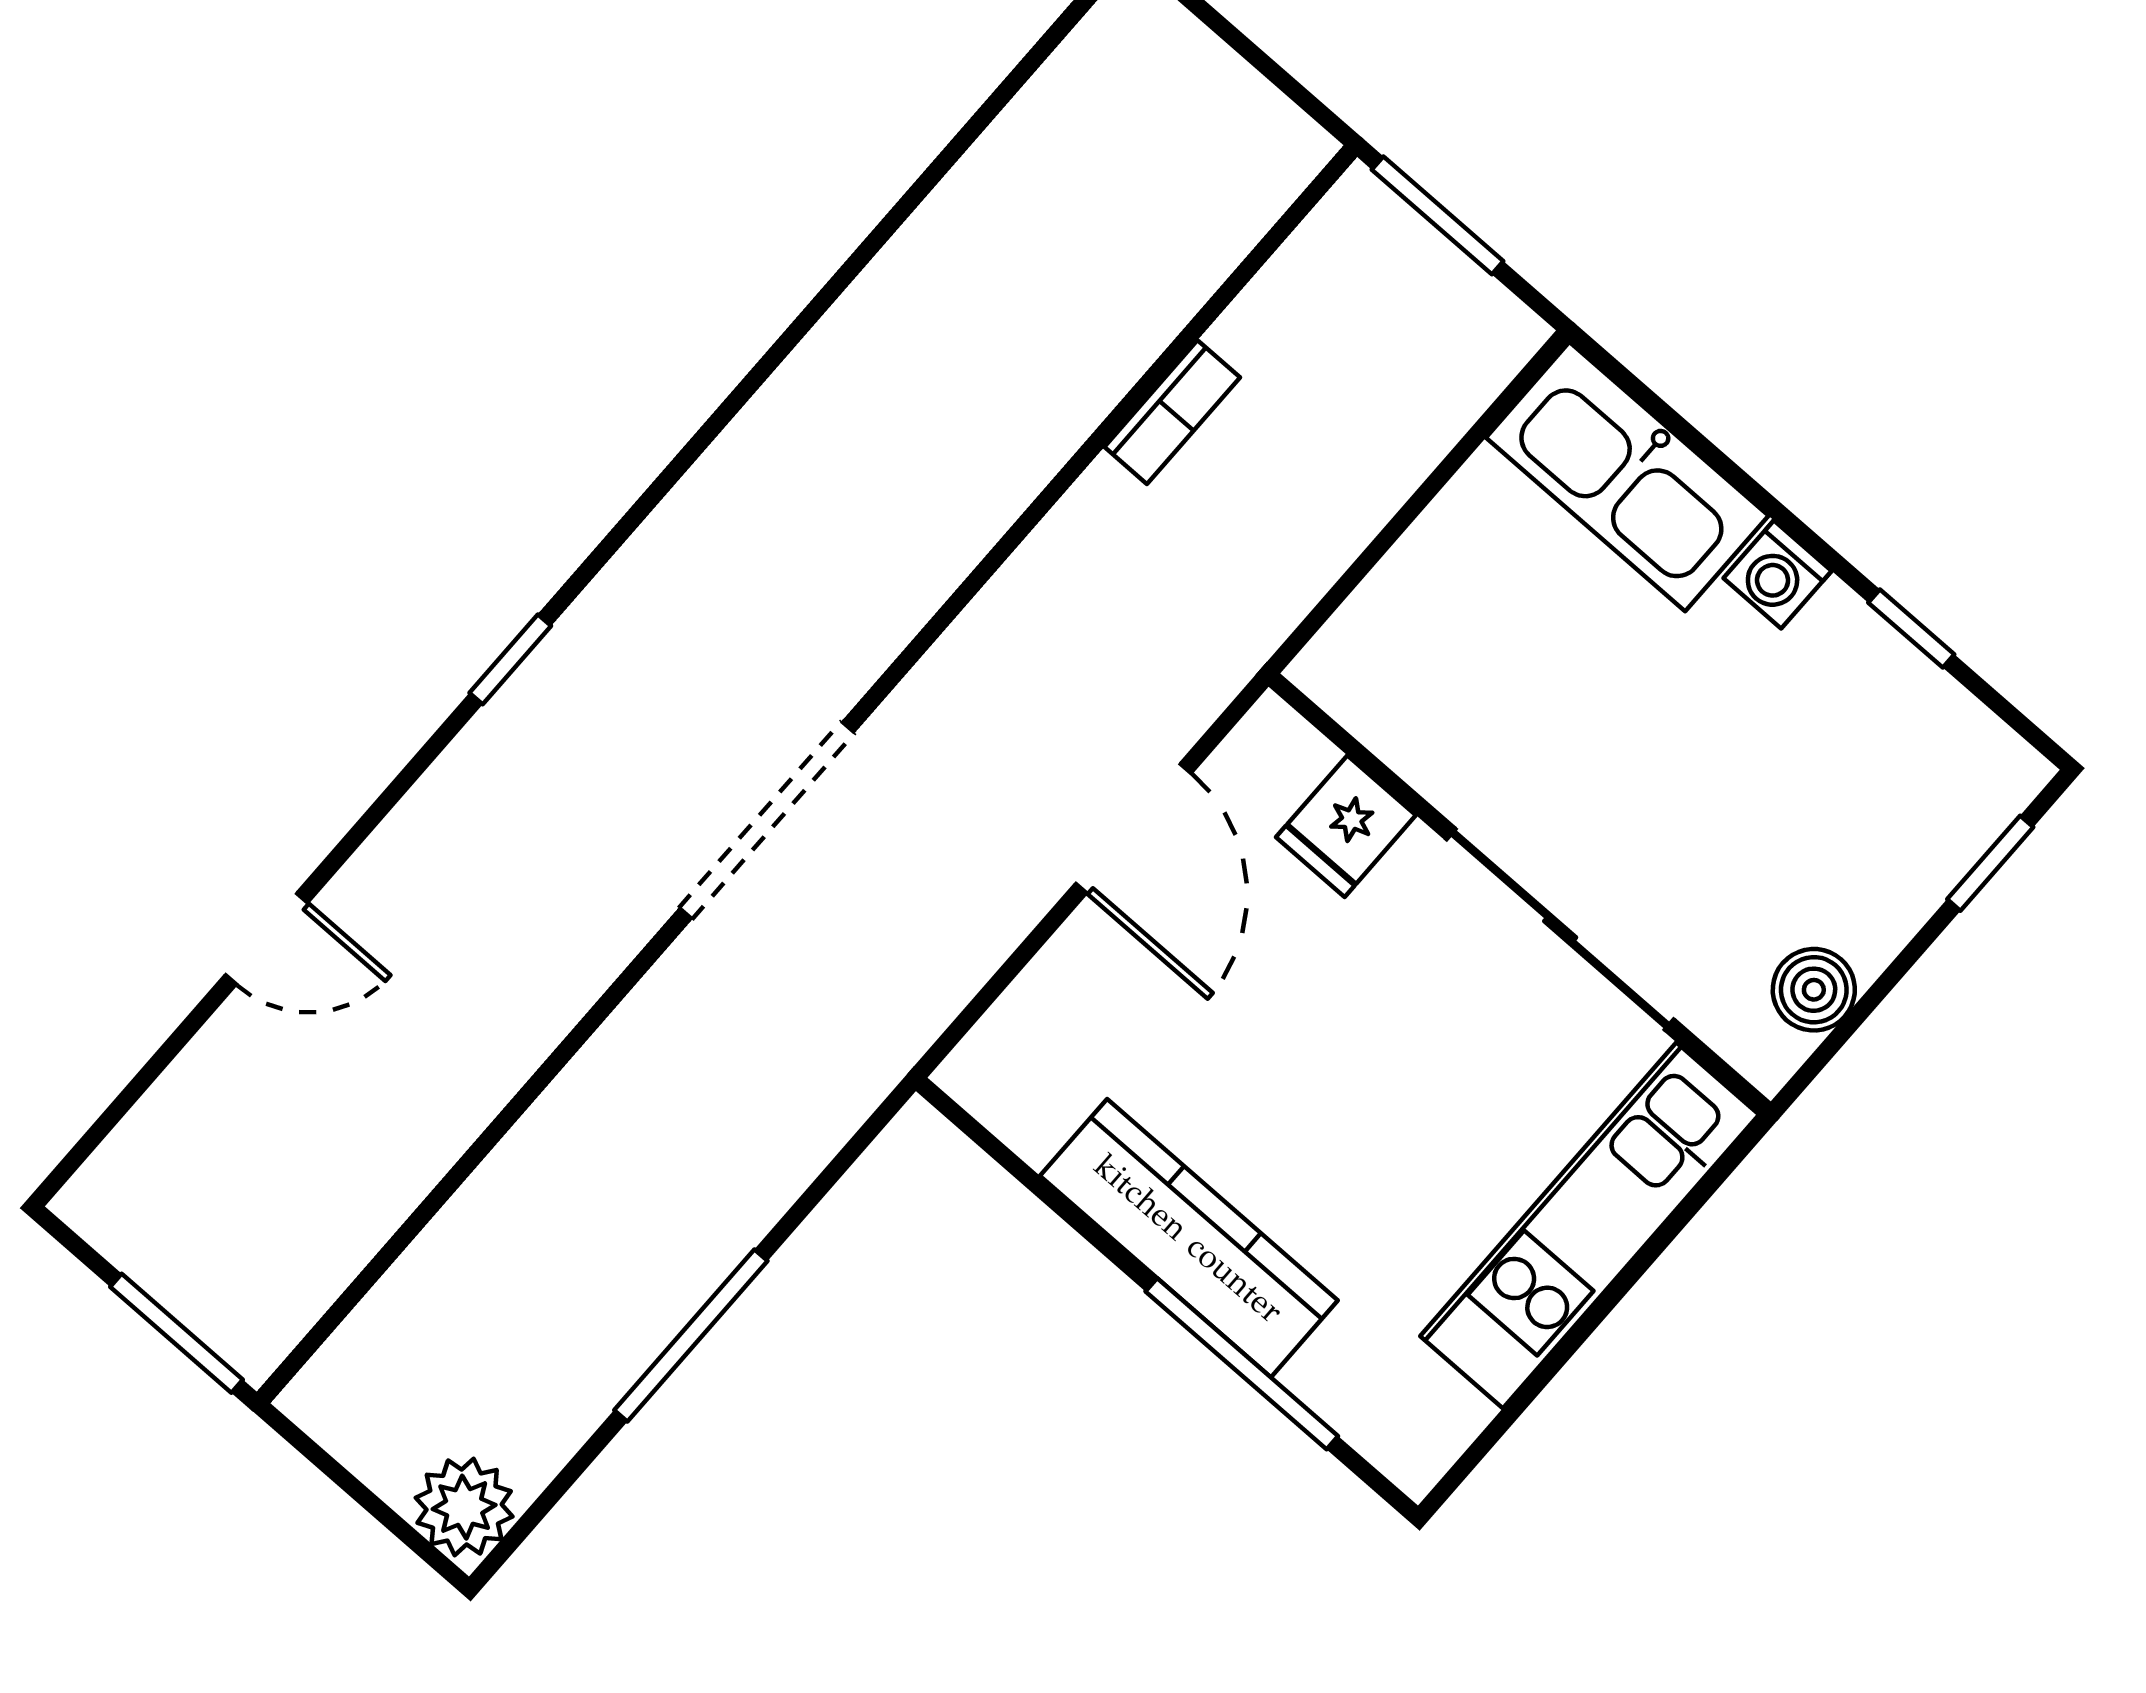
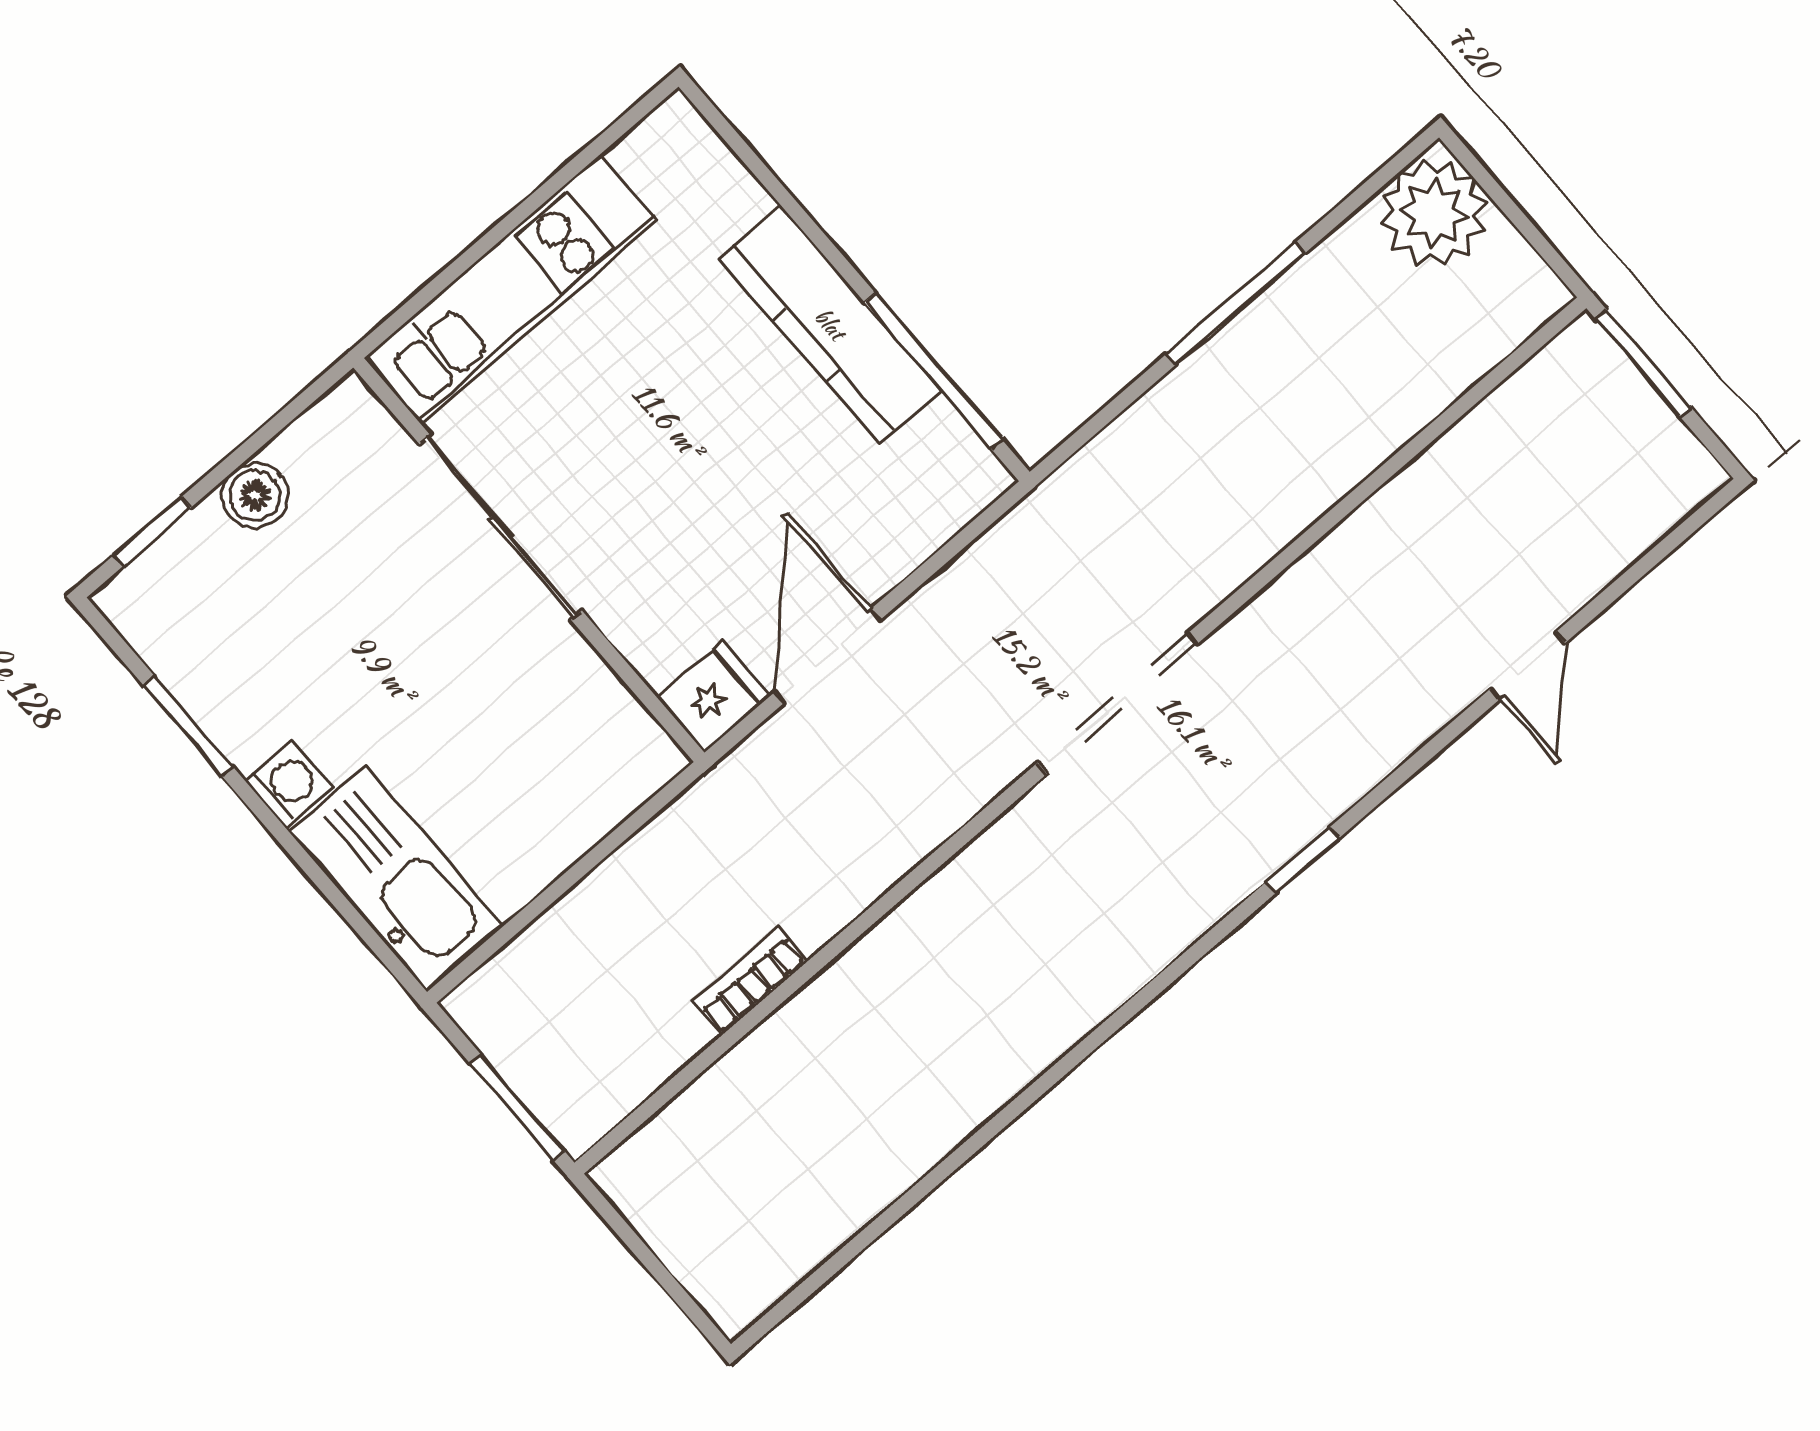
window: (1911, 629) -> (188, 726), width x1.50
fridge: (1346, 826) -> (714, 697), moved
door: (267, 939) -> (1528, 666), swing flipped
boiler: (1814, 990) -> (255, 495), moved
window: (1242, 1364) -> (933, 371), moved
plant: (464, 1507) -> (1433, 213), width x1.36, depth x1.36

